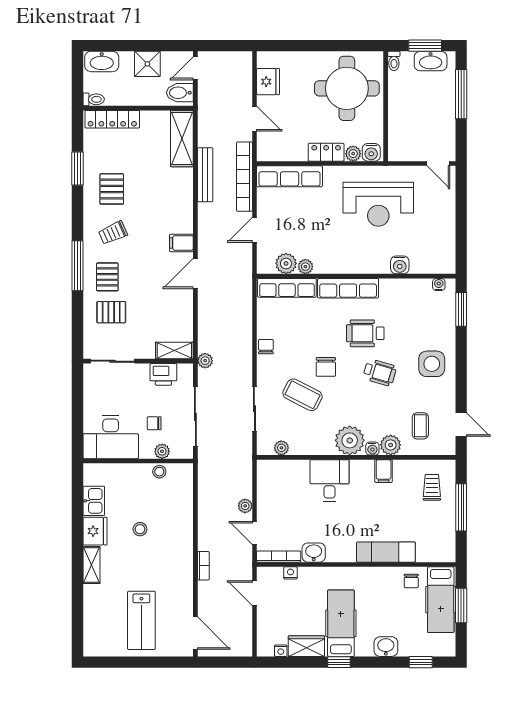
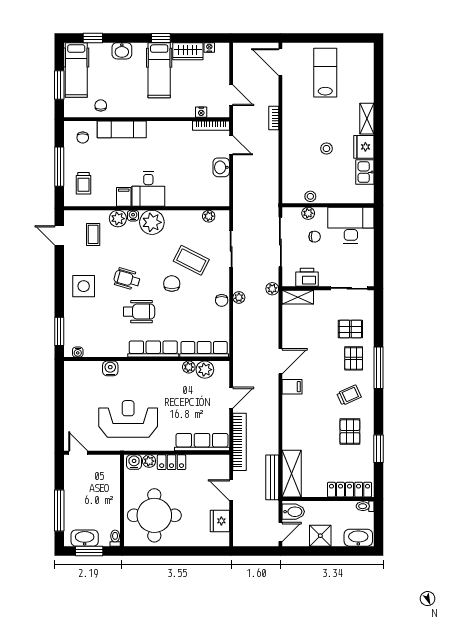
bench: (205, 175) -> (272, 477), moved
desk: (329, 481) -> (148, 189), moved
plant: (245, 506) -> (239, 297), moved
chair: (433, 542) -> (83, 138), added
washbasin: (314, 553) -> (221, 167), moved, turned 90
hospital bed: (441, 600) -> (76, 70), moved, turned 180

